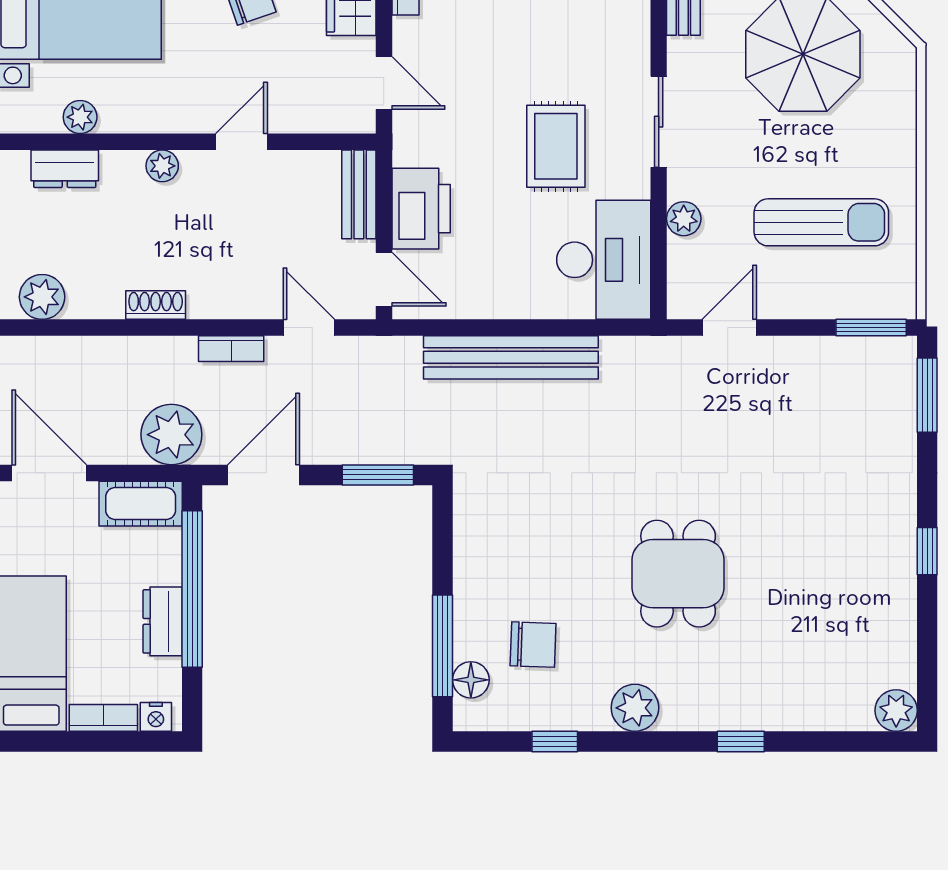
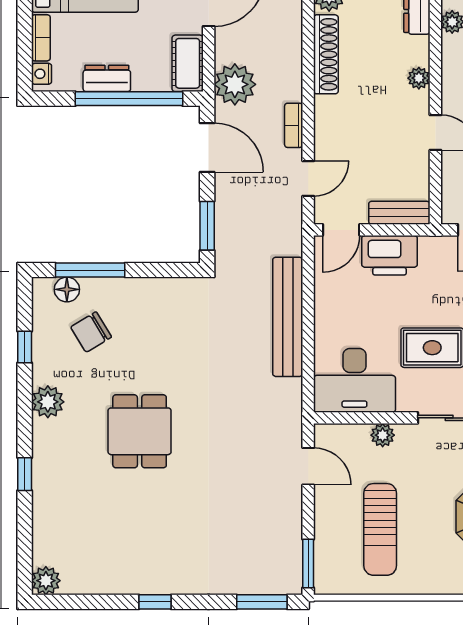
shoe rack: (156, 305) -> (326, 54), width x1.94, depth x1.24
dining table: (678, 574) -> (140, 431), turned 90
chair: (533, 645) -> (91, 332), turned 57

